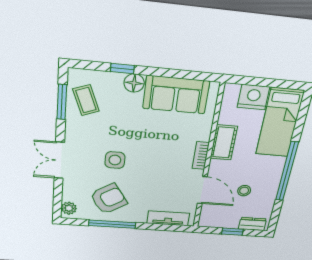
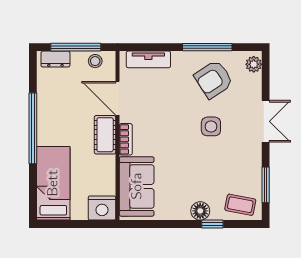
sofa: (176, 95) -> (137, 186), moved, turned 90
nightstand: (253, 97) -> (102, 208), moved
coffee table: (86, 100) -> (240, 205), moved, turned -58
cot: (224, 142) -> (105, 135), moved
stool: (244, 191) -> (95, 61), moved
window: (232, 232) -> (76, 47), width x2.17

